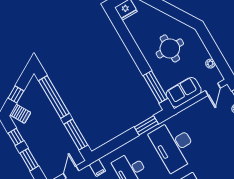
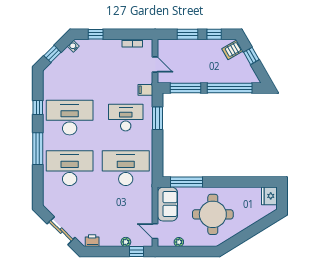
round table: (170, 48) -> (213, 214), width x1.36, depth x1.36
window: (146, 125) -> (157, 118), moved

